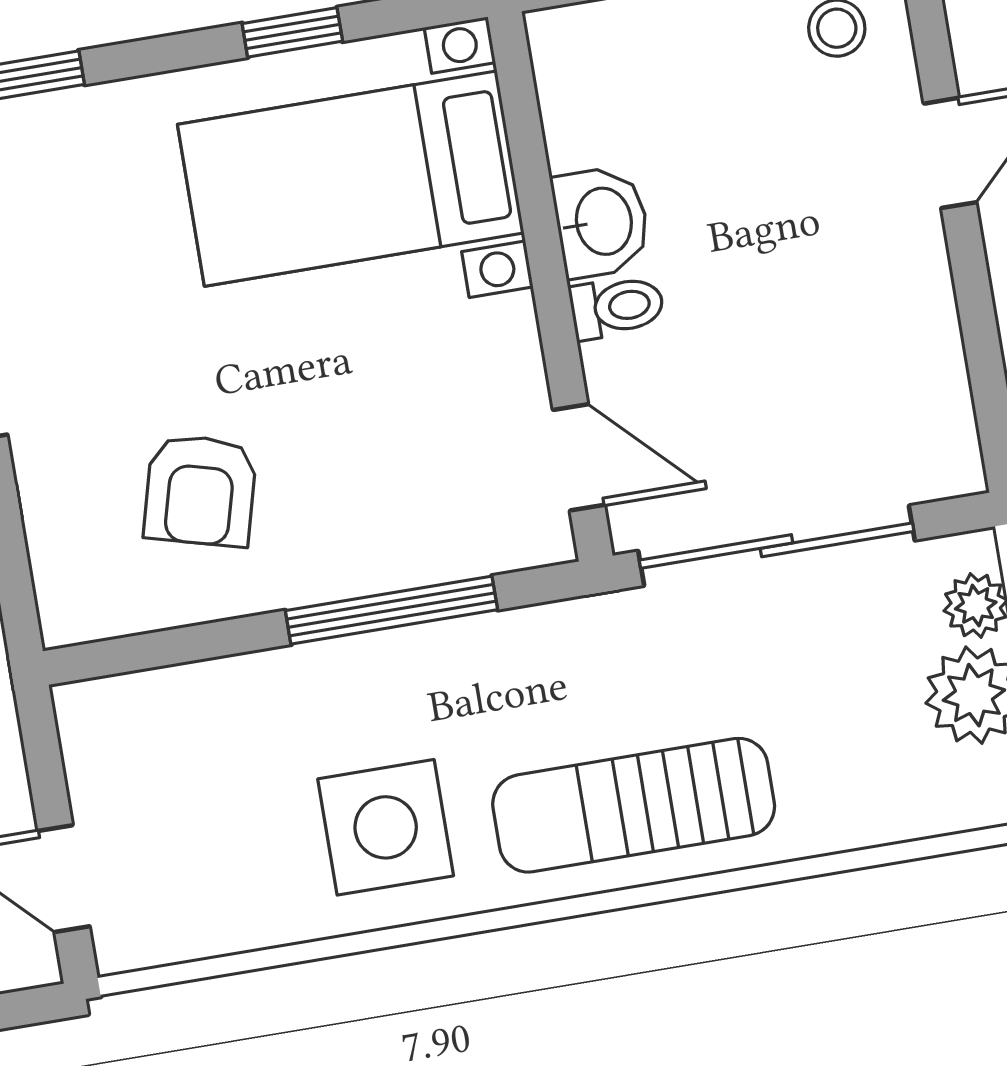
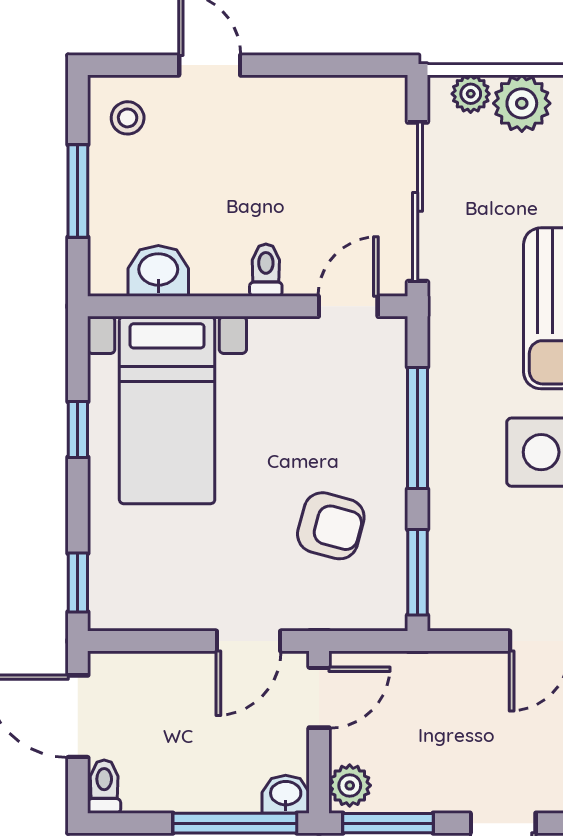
washbasin: (601, 222) -> (158, 271), moved
window: (146, 651) -> (418, 572), added

